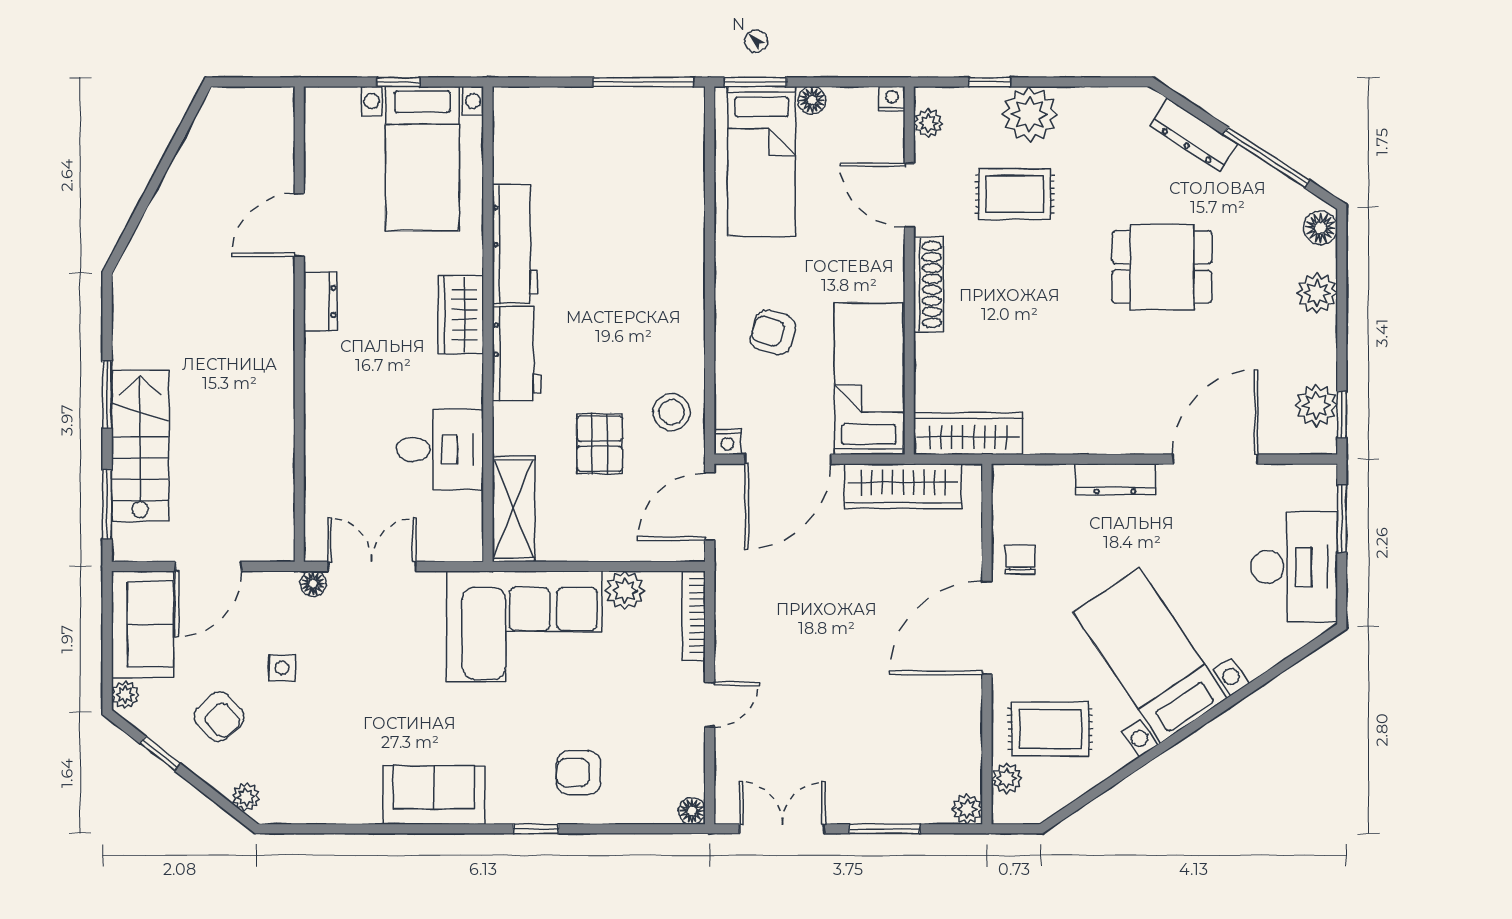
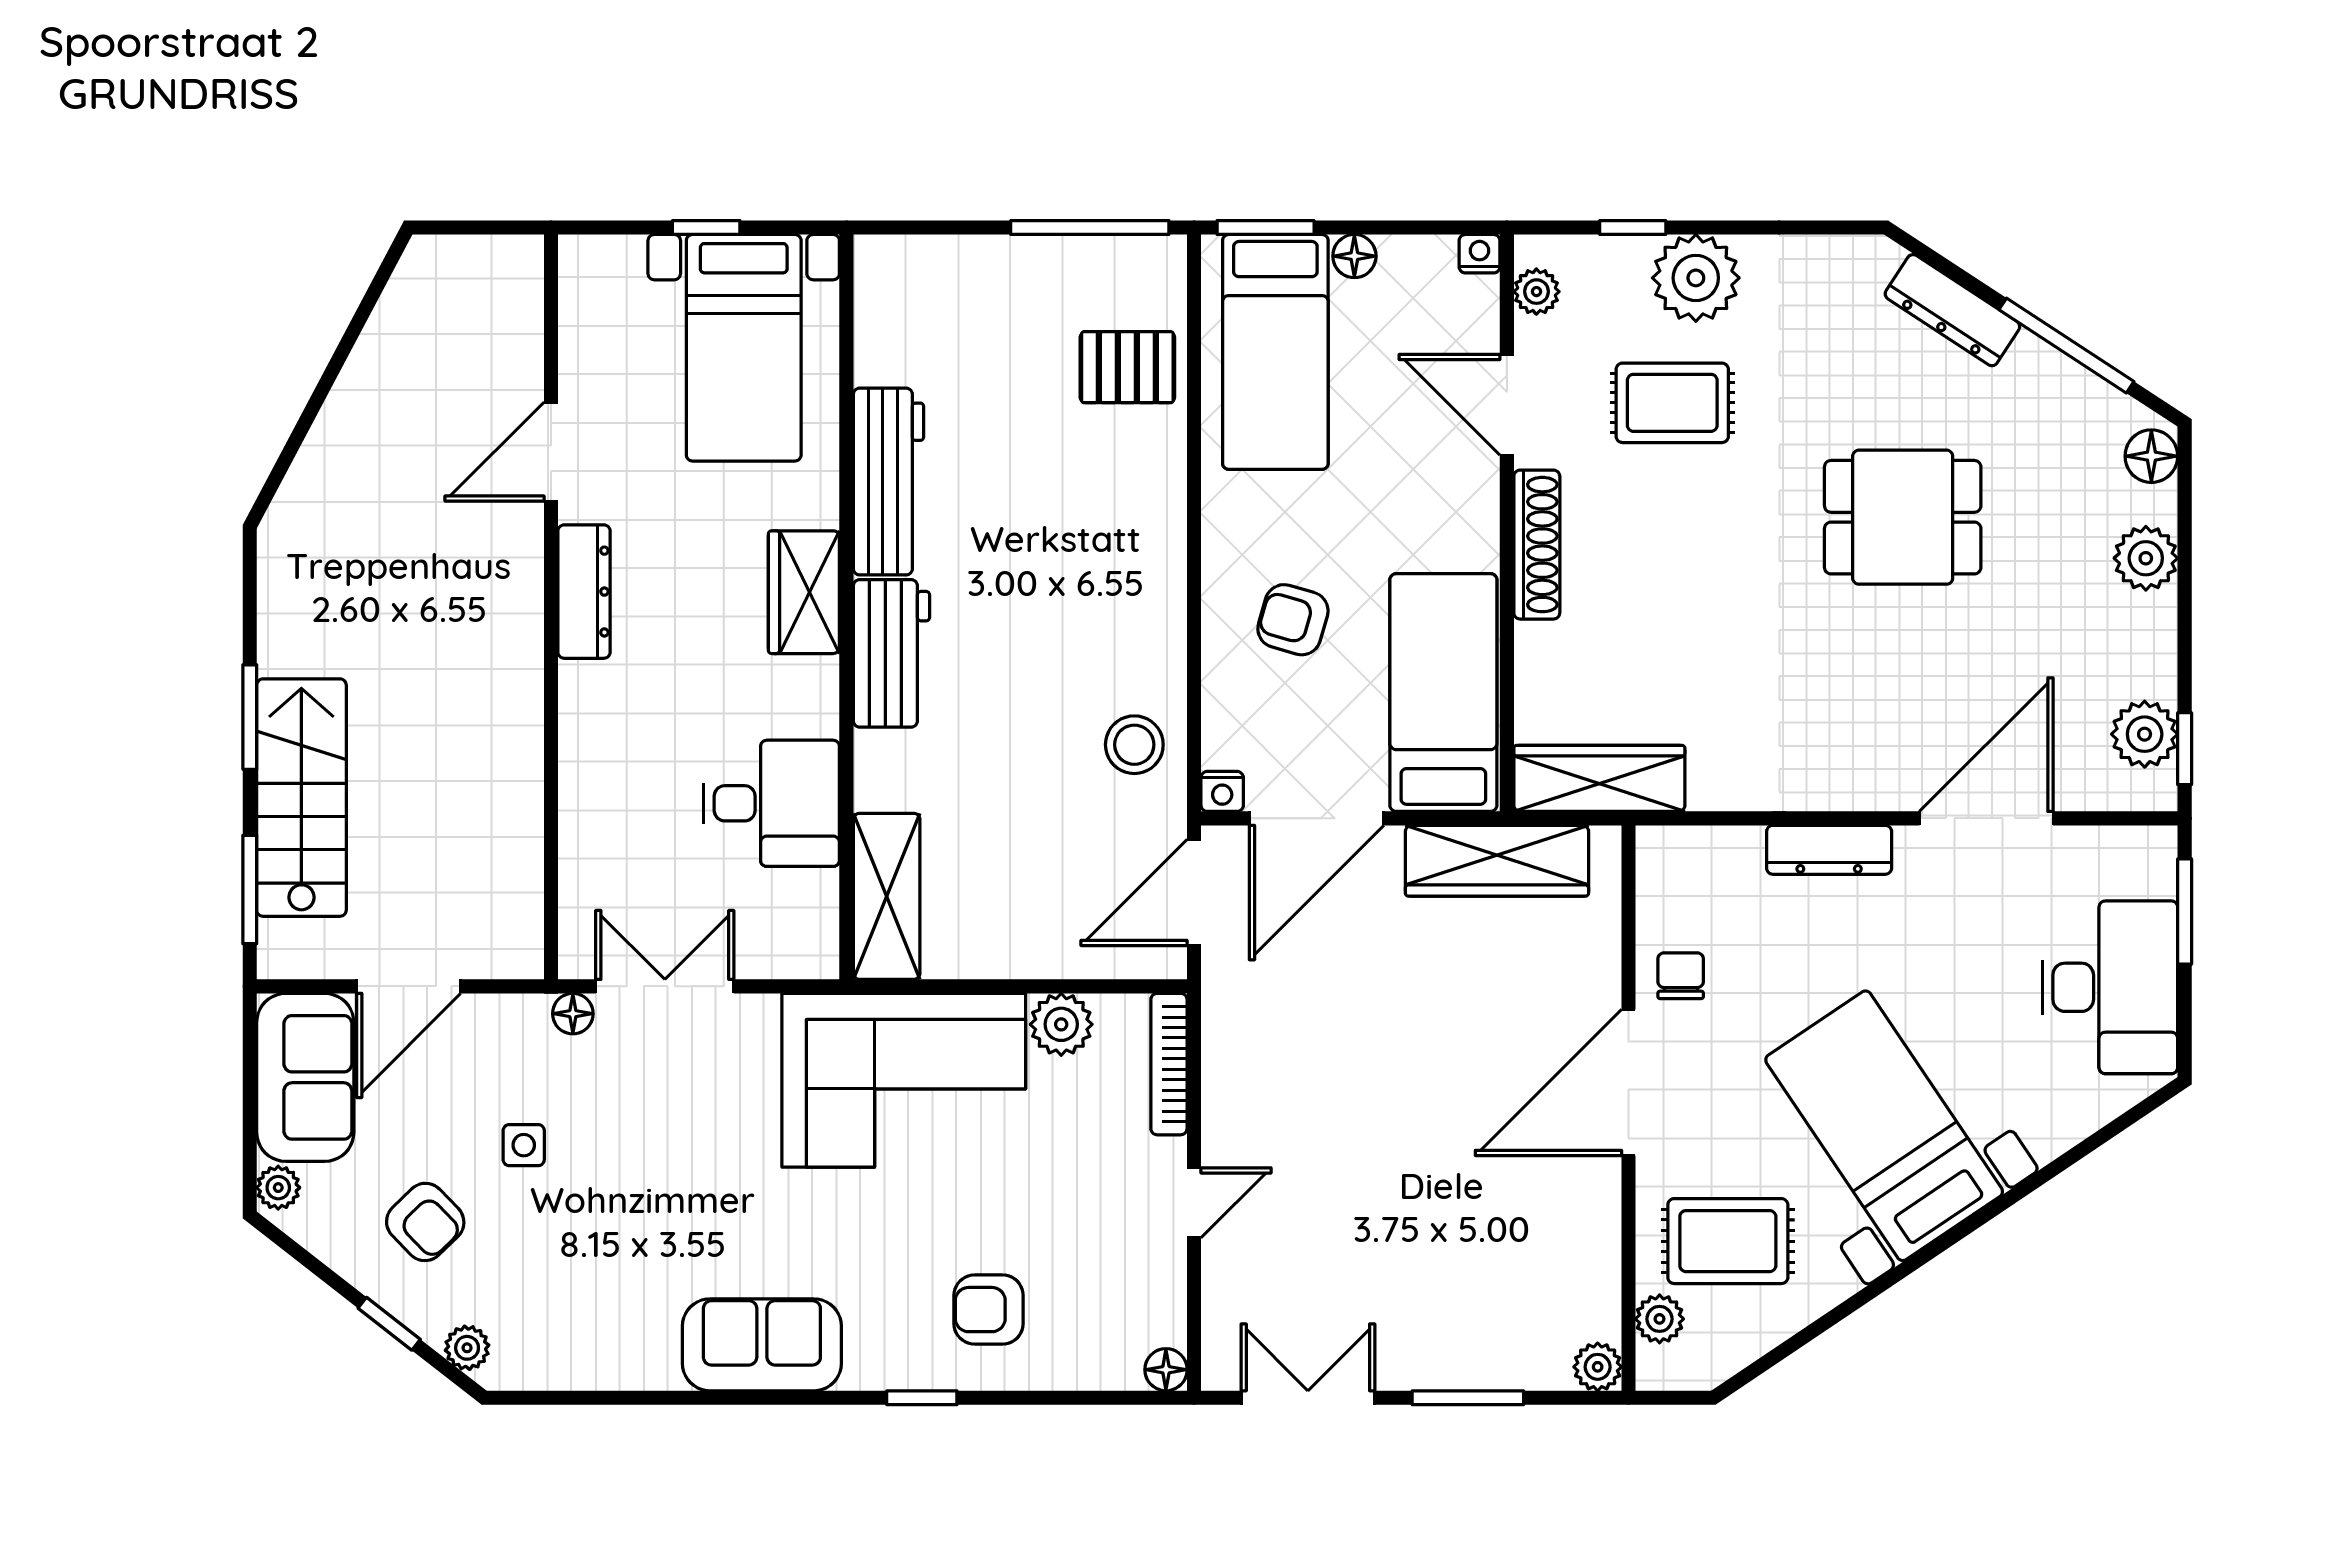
dresser: (320, 301) -> (584, 592), width x1.44
pallet: (600, 444) -> (1127, 367), moved, turned 90
window: (160, 754) -> (389, 1324), moved

